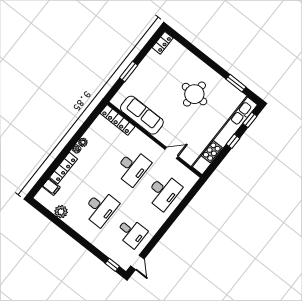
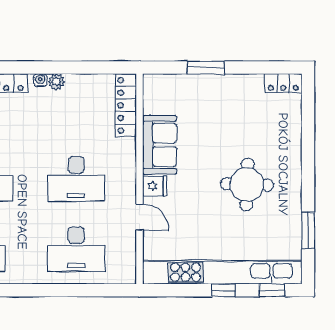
sofa: (142, 115) -> (159, 145), width x0.73
fridge: (163, 135) -> (155, 186), added

